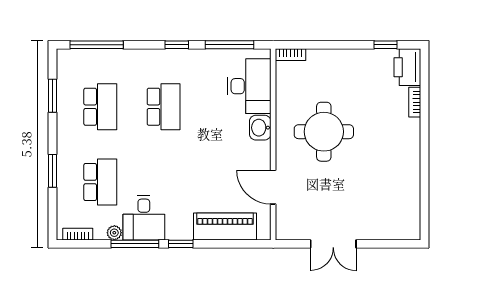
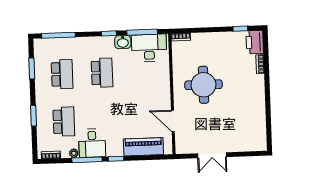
desk: (249, 86) -> (149, 48), moved, turned -90
washbasin: (260, 128) -> (123, 42), moved, turned -90

